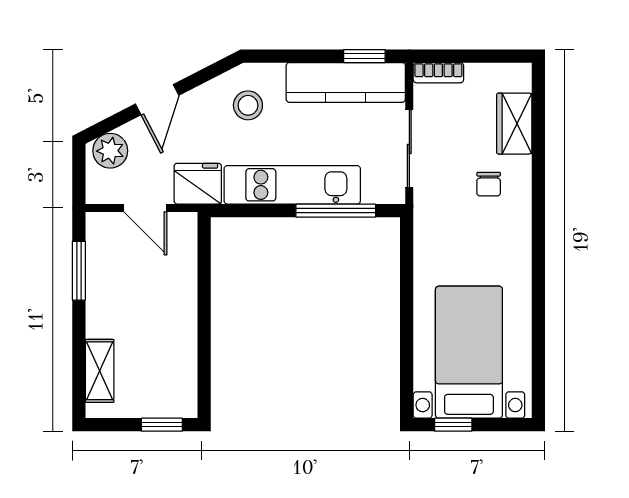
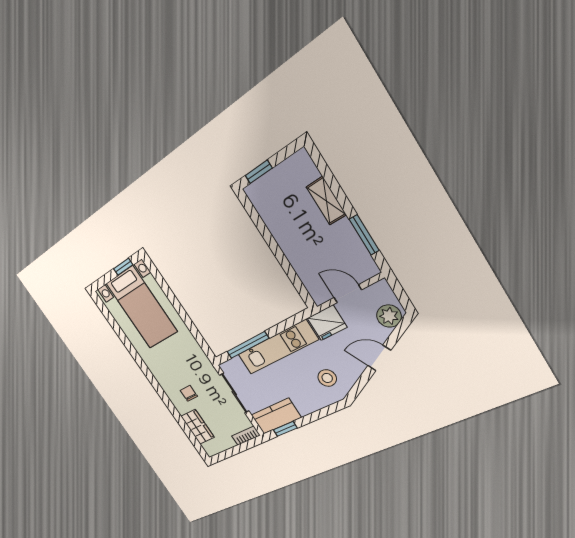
kitchen counter: (346, 82) -> (276, 416), width x0.67
door: (157, 100) -> (379, 358), hinge flipped
shelving: (100, 371) -> (326, 201), moved

